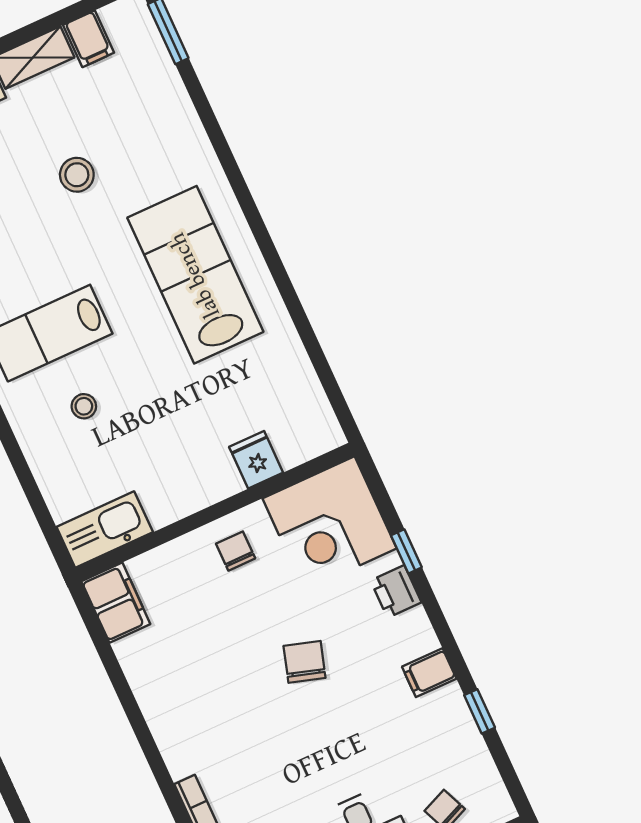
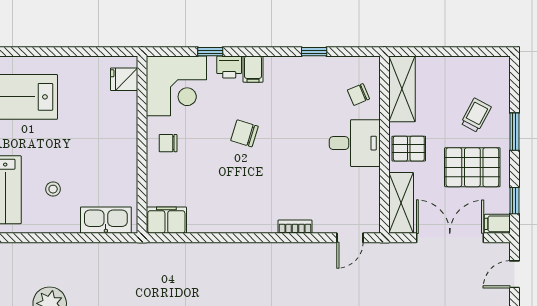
fridge: (256, 460) -> (124, 79), moved
kitchen sink: (105, 530) -> (106, 220), moved, turned 90
filing cabinet: (429, 673) -> (253, 69), moved

